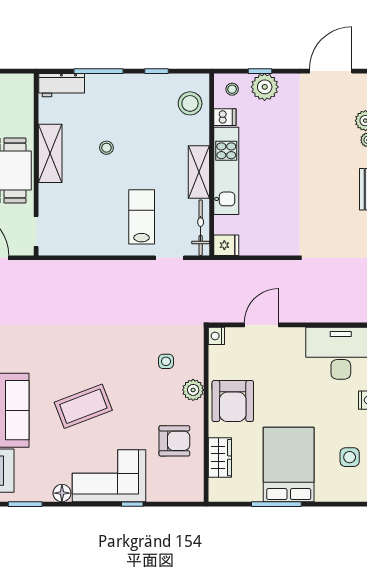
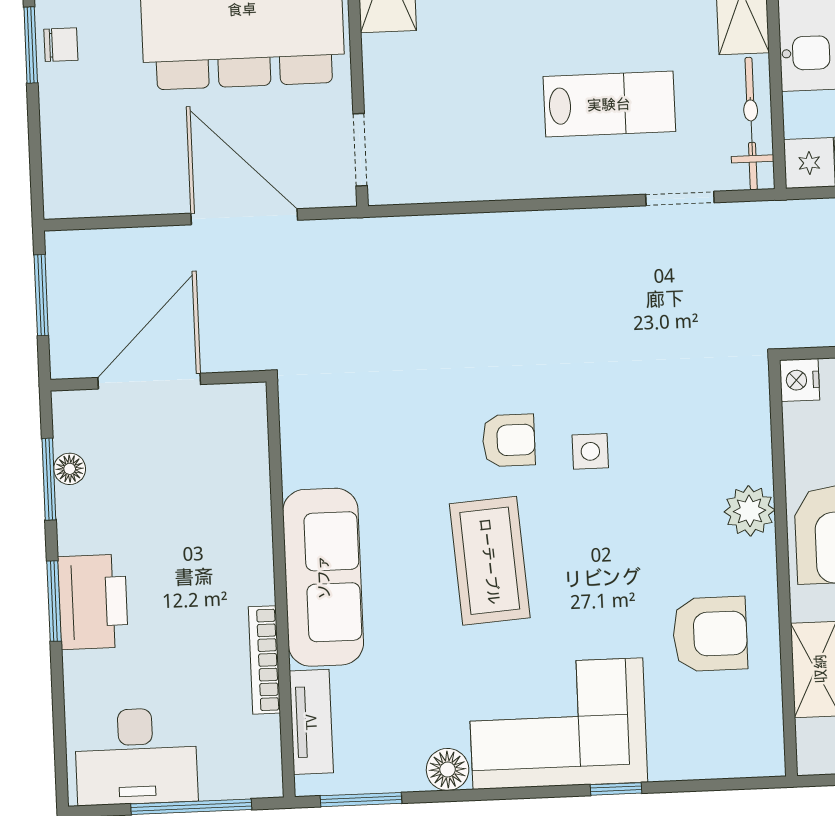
lab bench: (142, 217) -> (609, 104), turned 90
armchair: (93, 356) -> (509, 440), added
side table: (166, 361) -> (590, 451), moved
coffee table: (83, 406) -> (490, 561), turned -73

